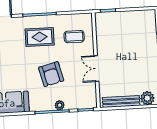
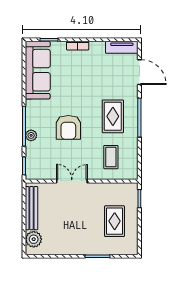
rug: (128, 31) -> (115, 221), added
armchair: (51, 74) -> (68, 127), turned -76

